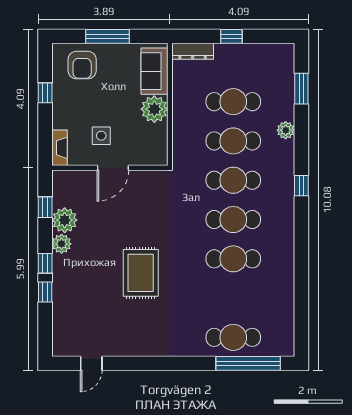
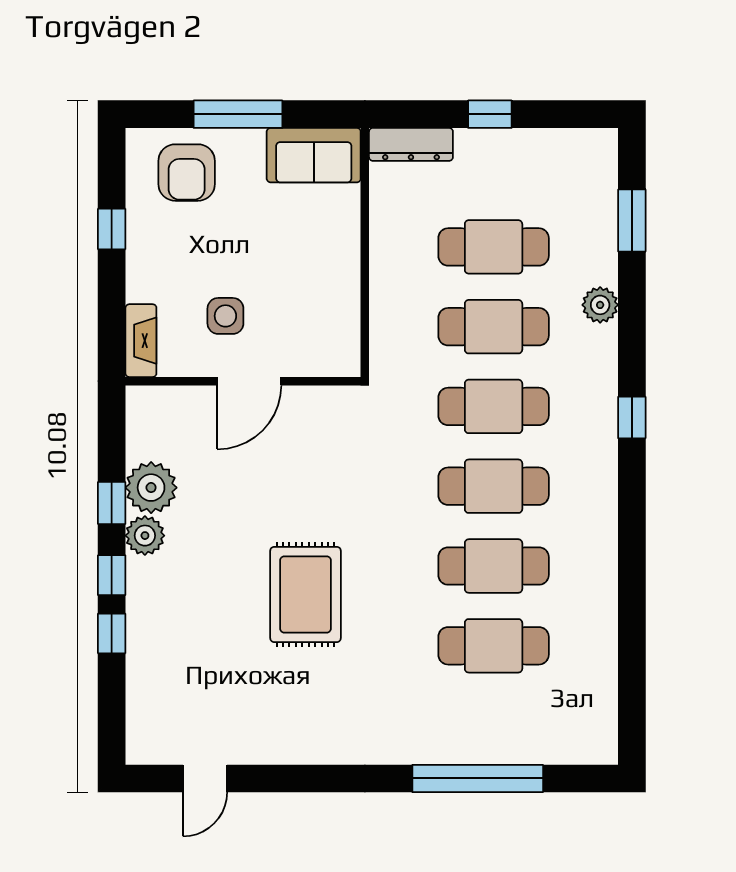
sofa: (154, 71) -> (314, 155), moved, turned -90
plant: (154, 109) -> (333, 262), removed
window: (45, 207) -> (112, 503), moved
cafe table: (233, 337) -> (494, 646), moved
window: (248, 363) -> (478, 778), moved

